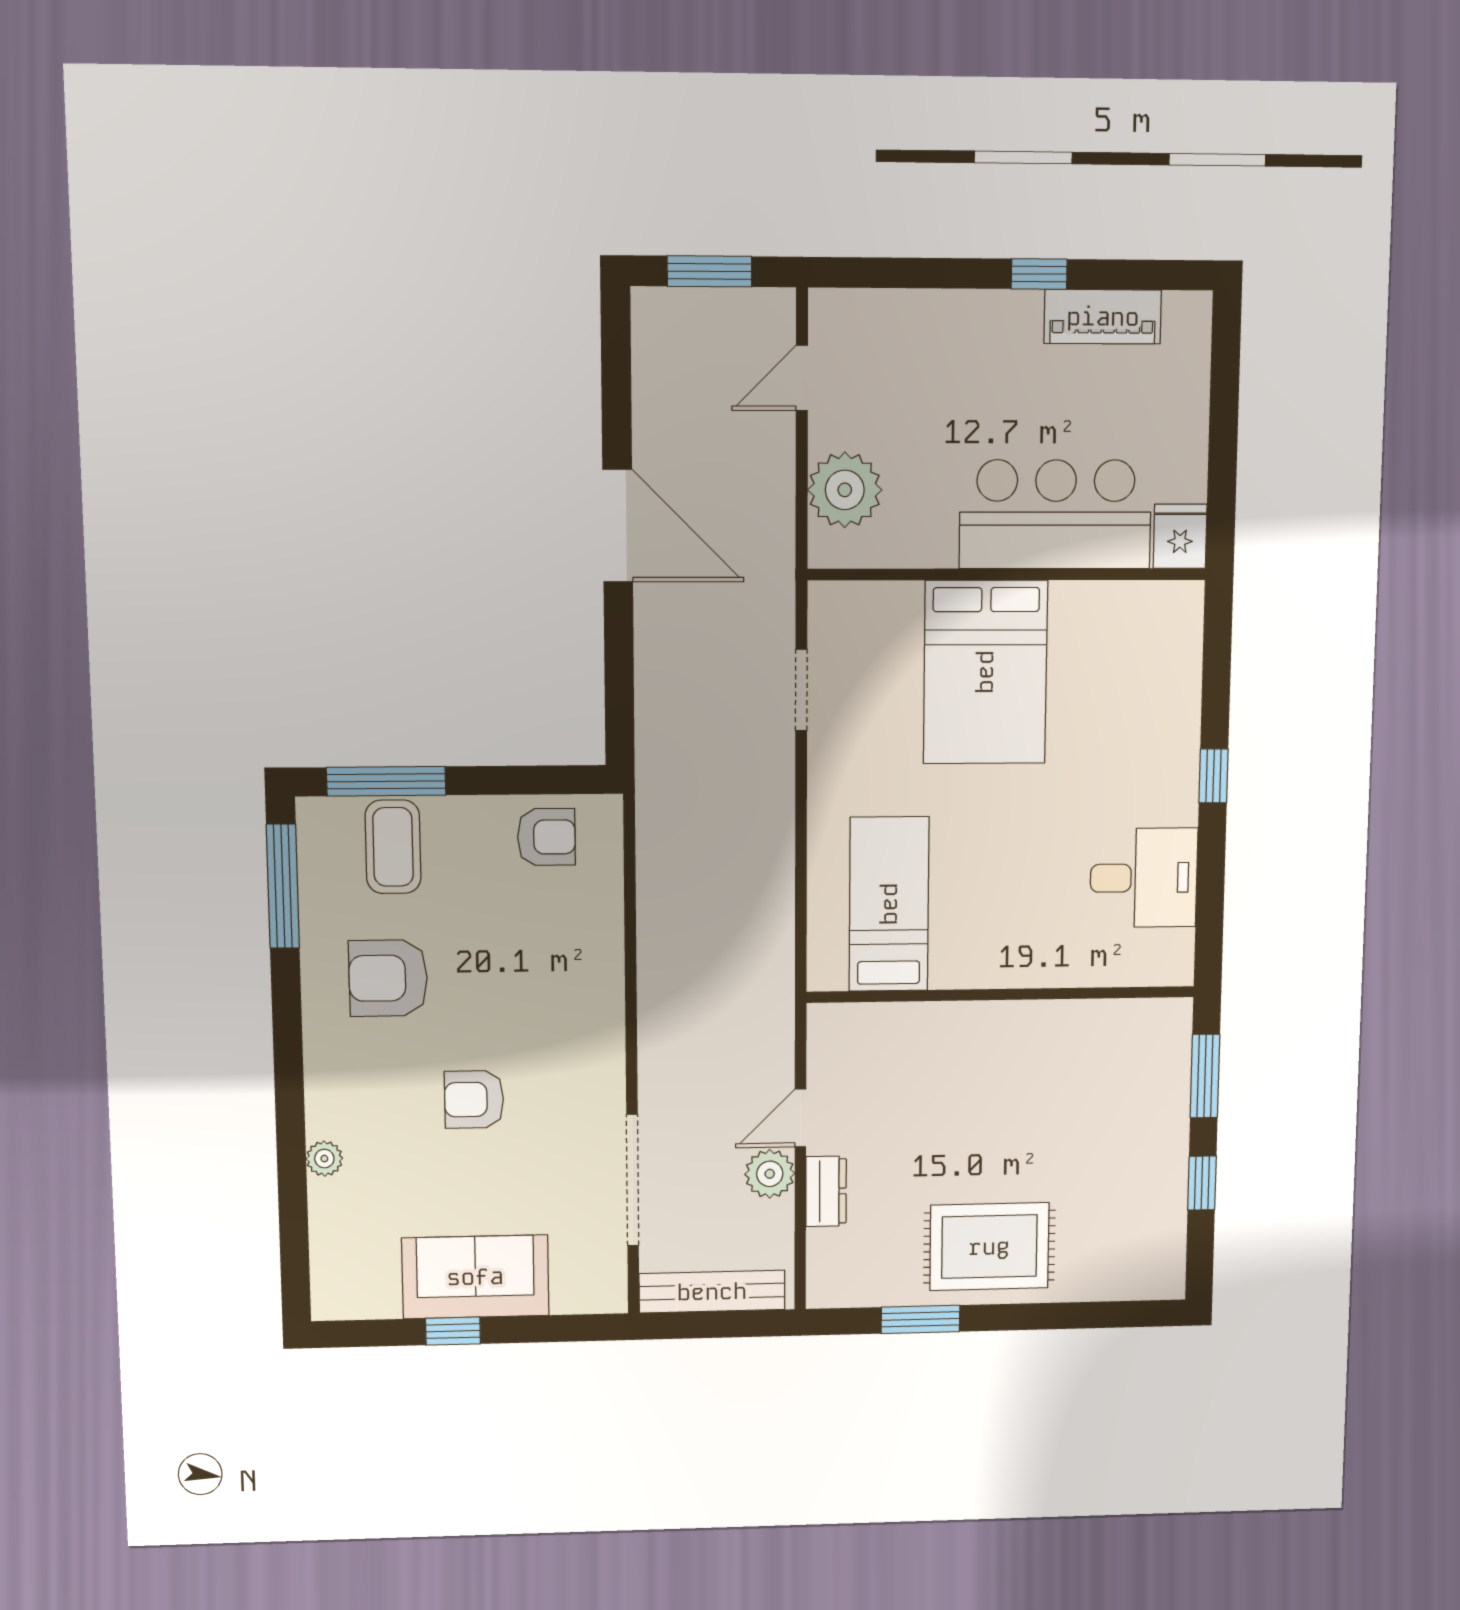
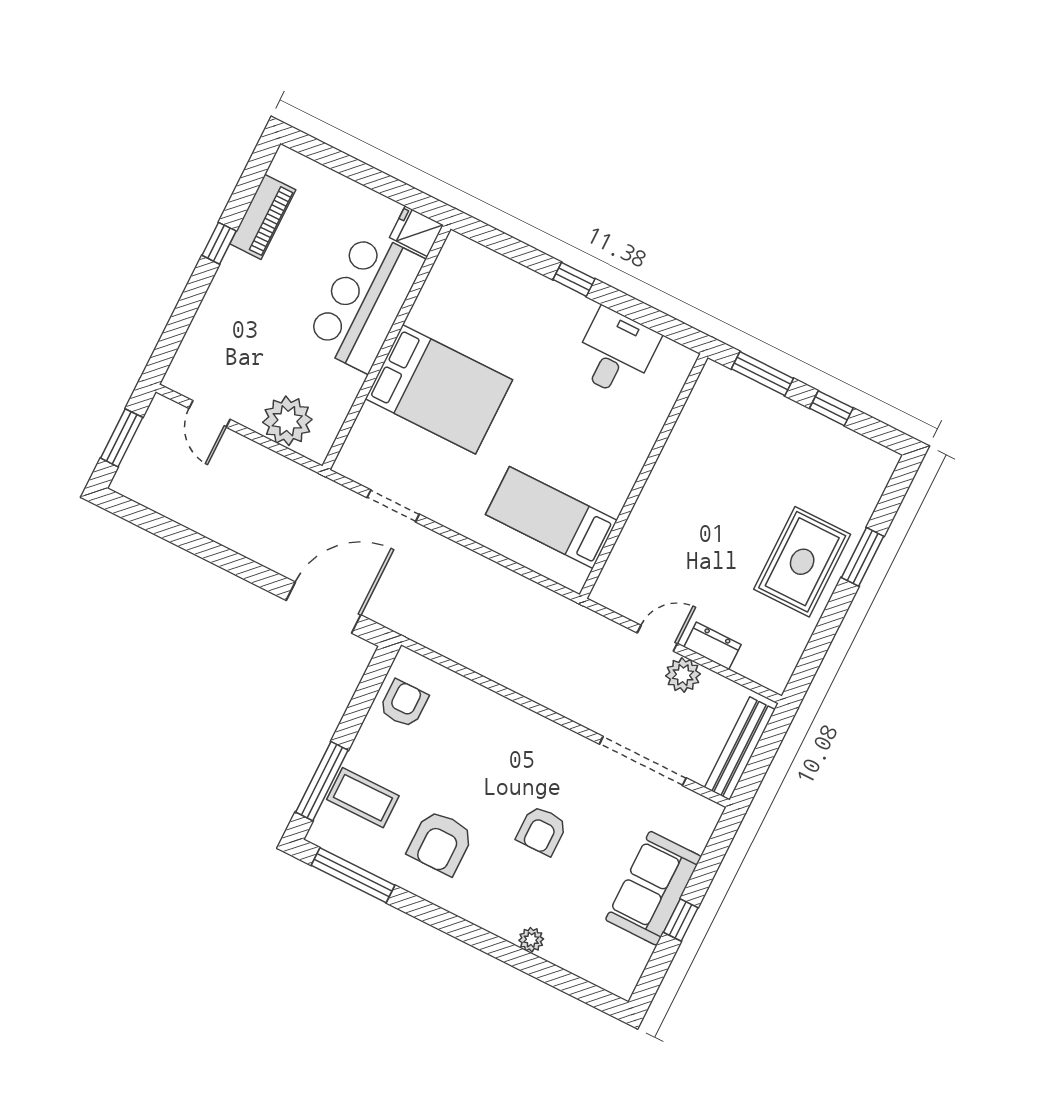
door: (618, 526) -> (323, 608), moved
door: (800, 1118) -> (657, 638), swing flipped
window: (920, 1319) -> (863, 557), moved

